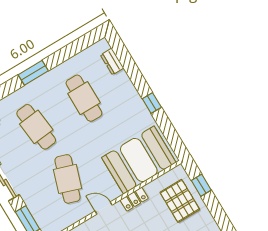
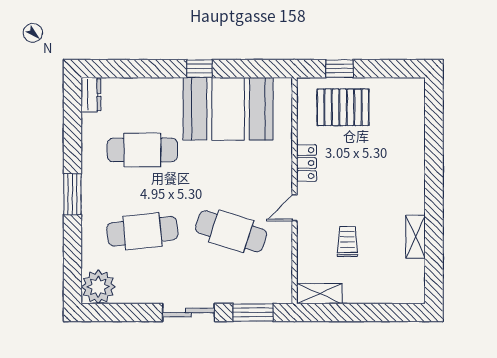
dresser: (112, 62) -> (91, 95), moved, turned -90
booth: (139, 160) -> (228, 109), moved, turned 90

